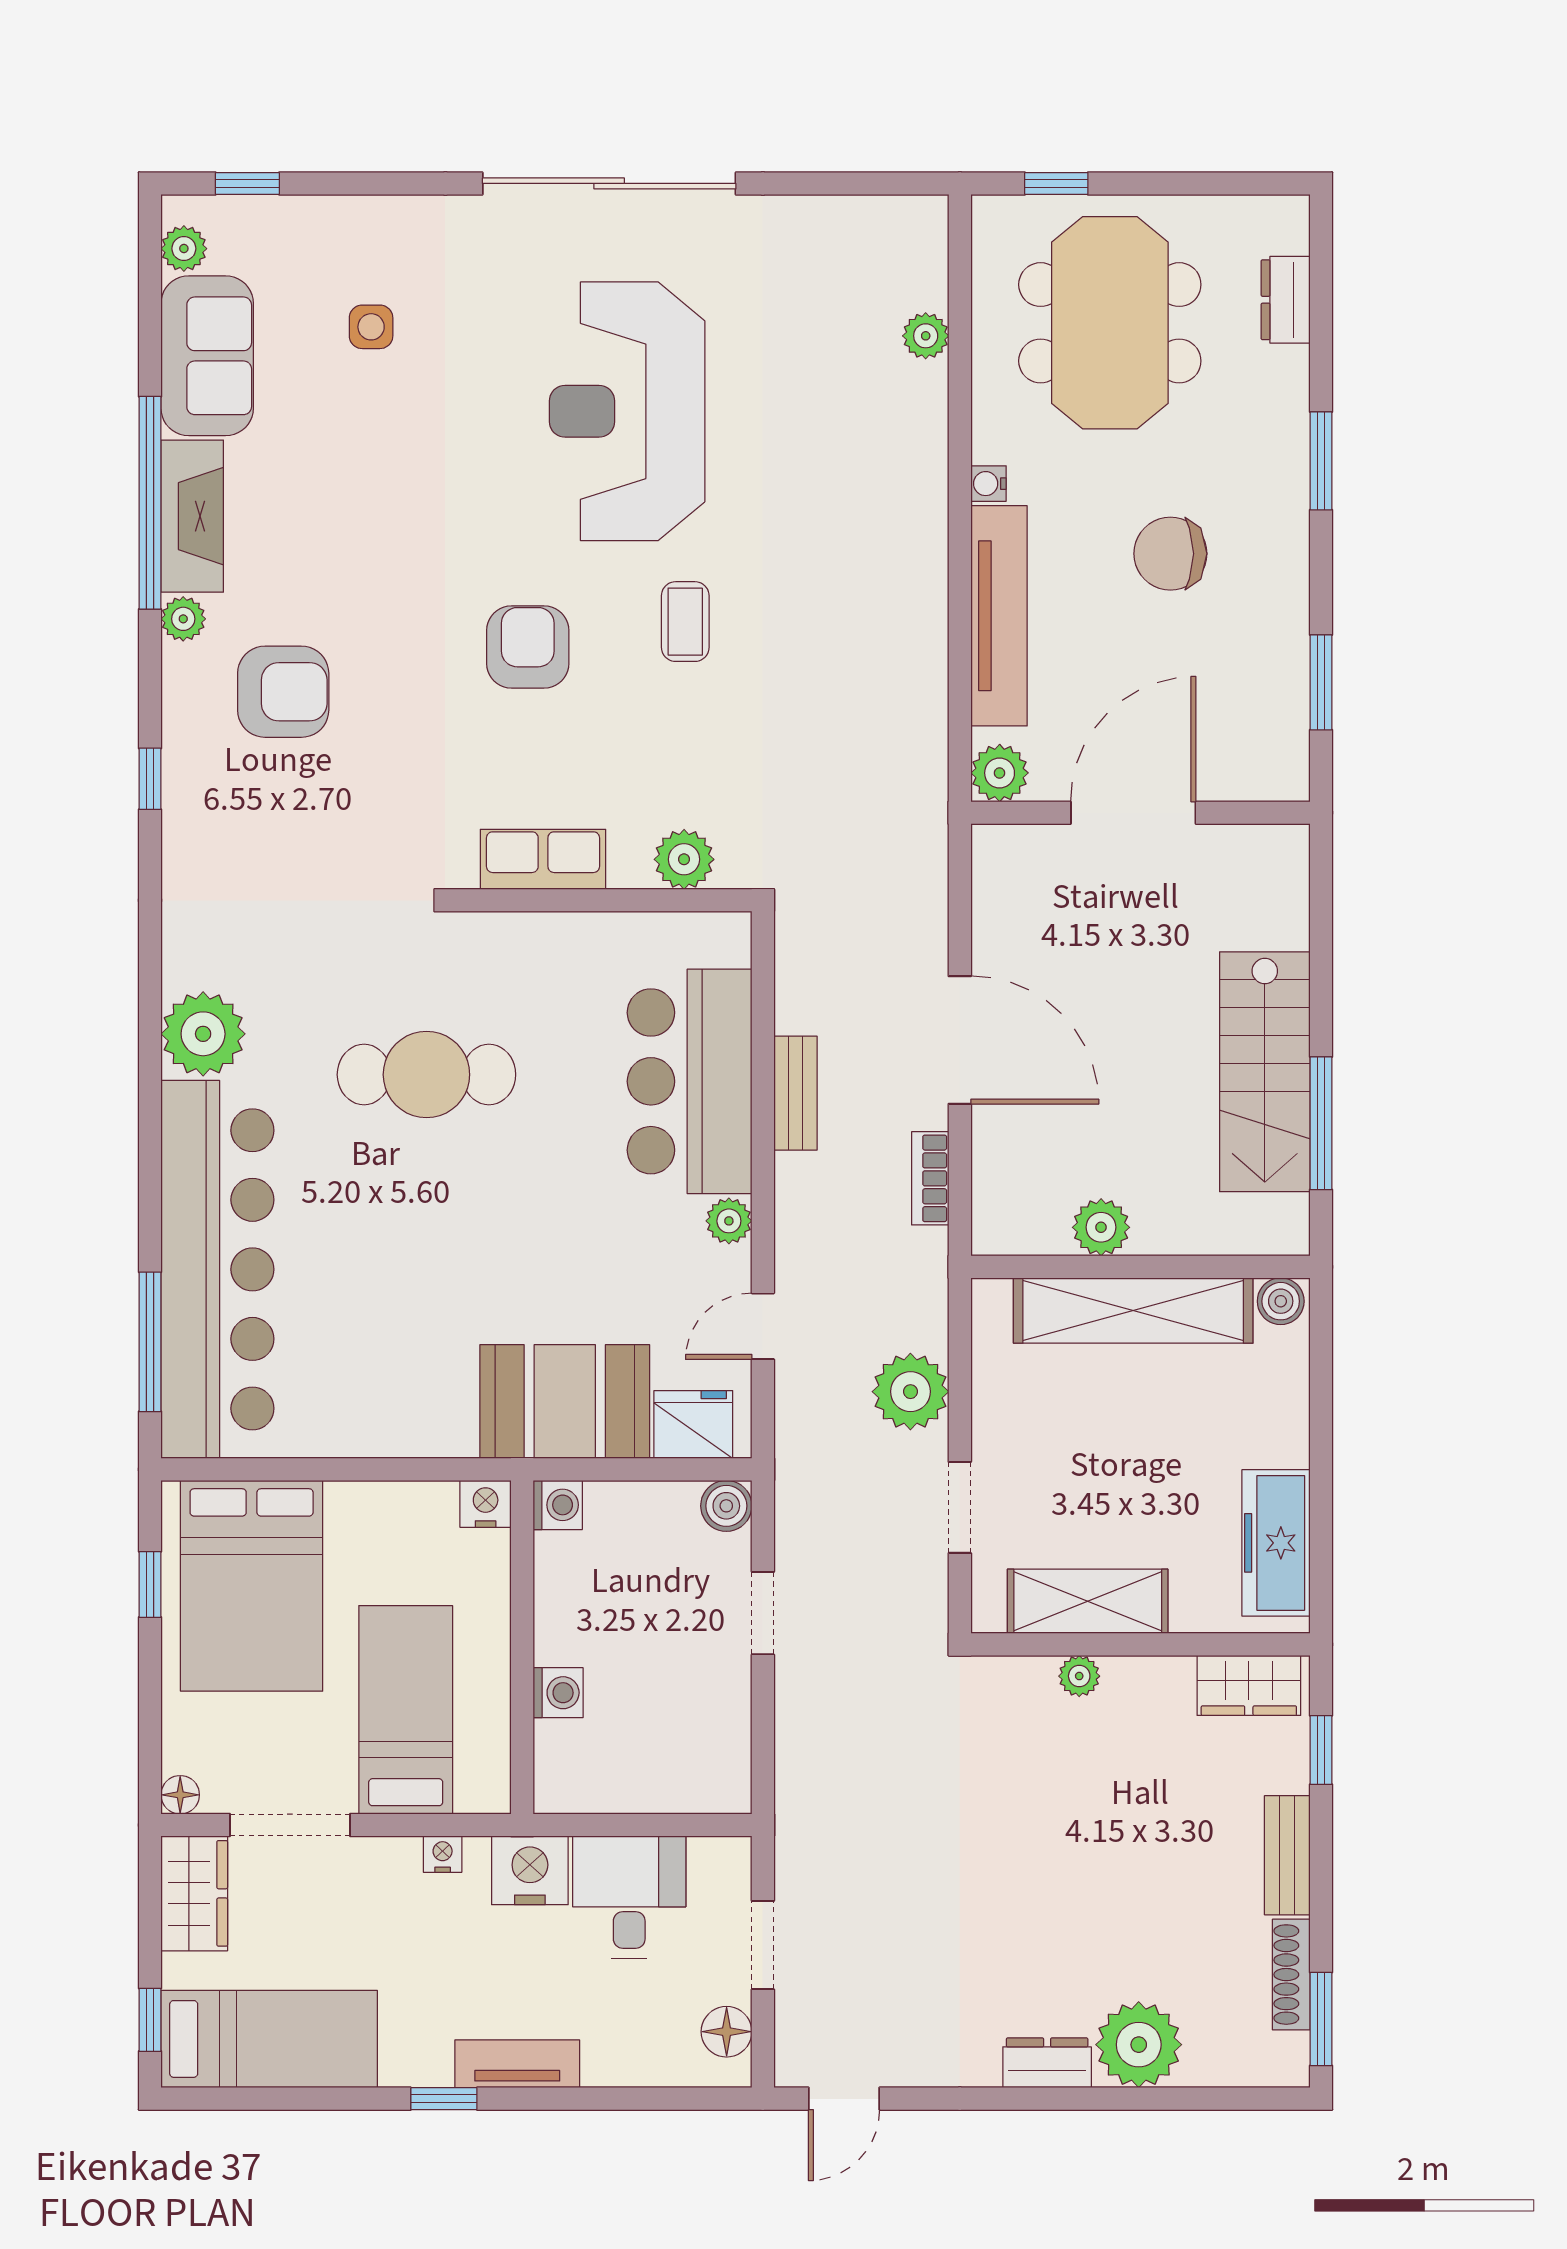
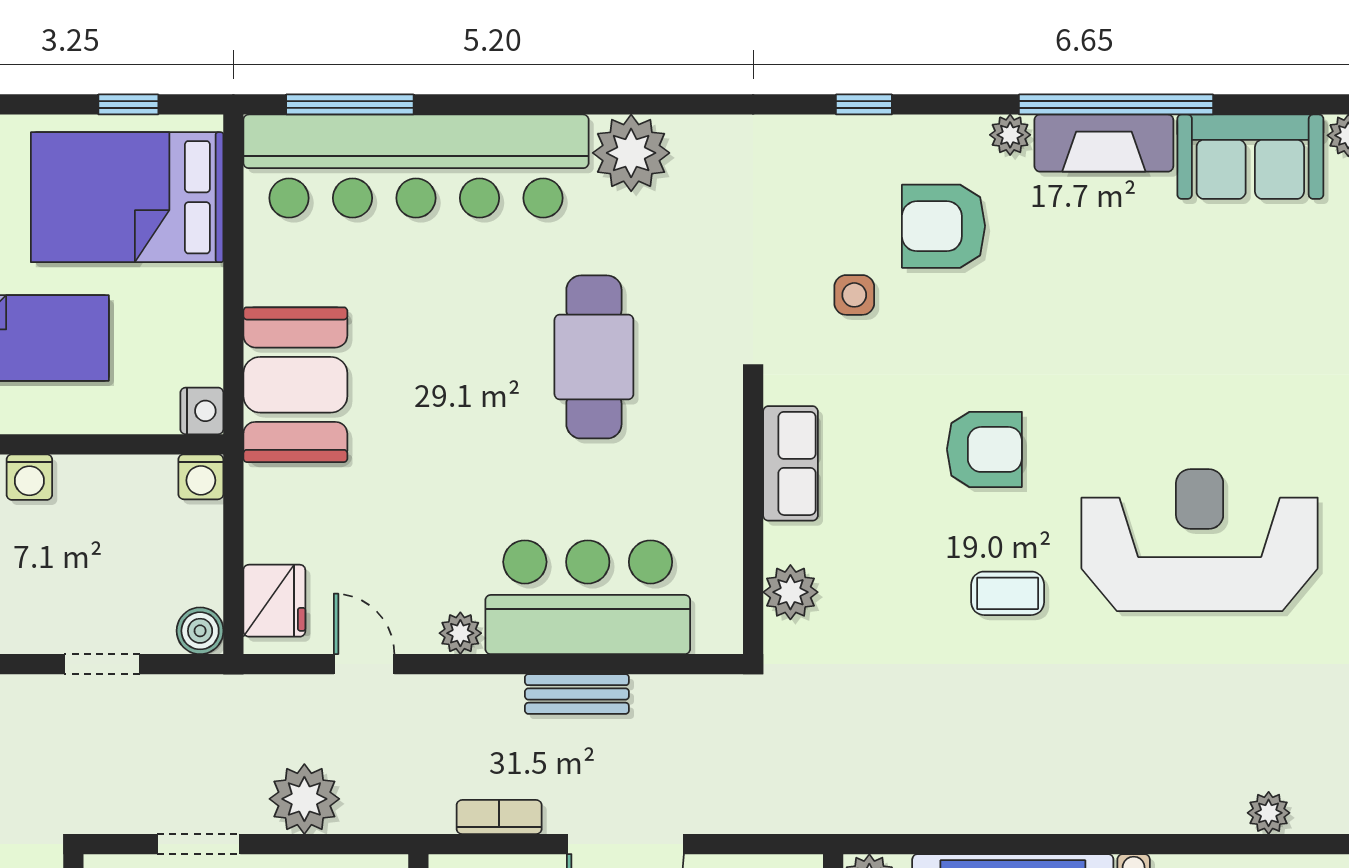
side table: (371, 327) -> (854, 295), moved
armchair: (283, 692) -> (944, 226), turned 90
booth: (565, 1401) -> (295, 385), moved

